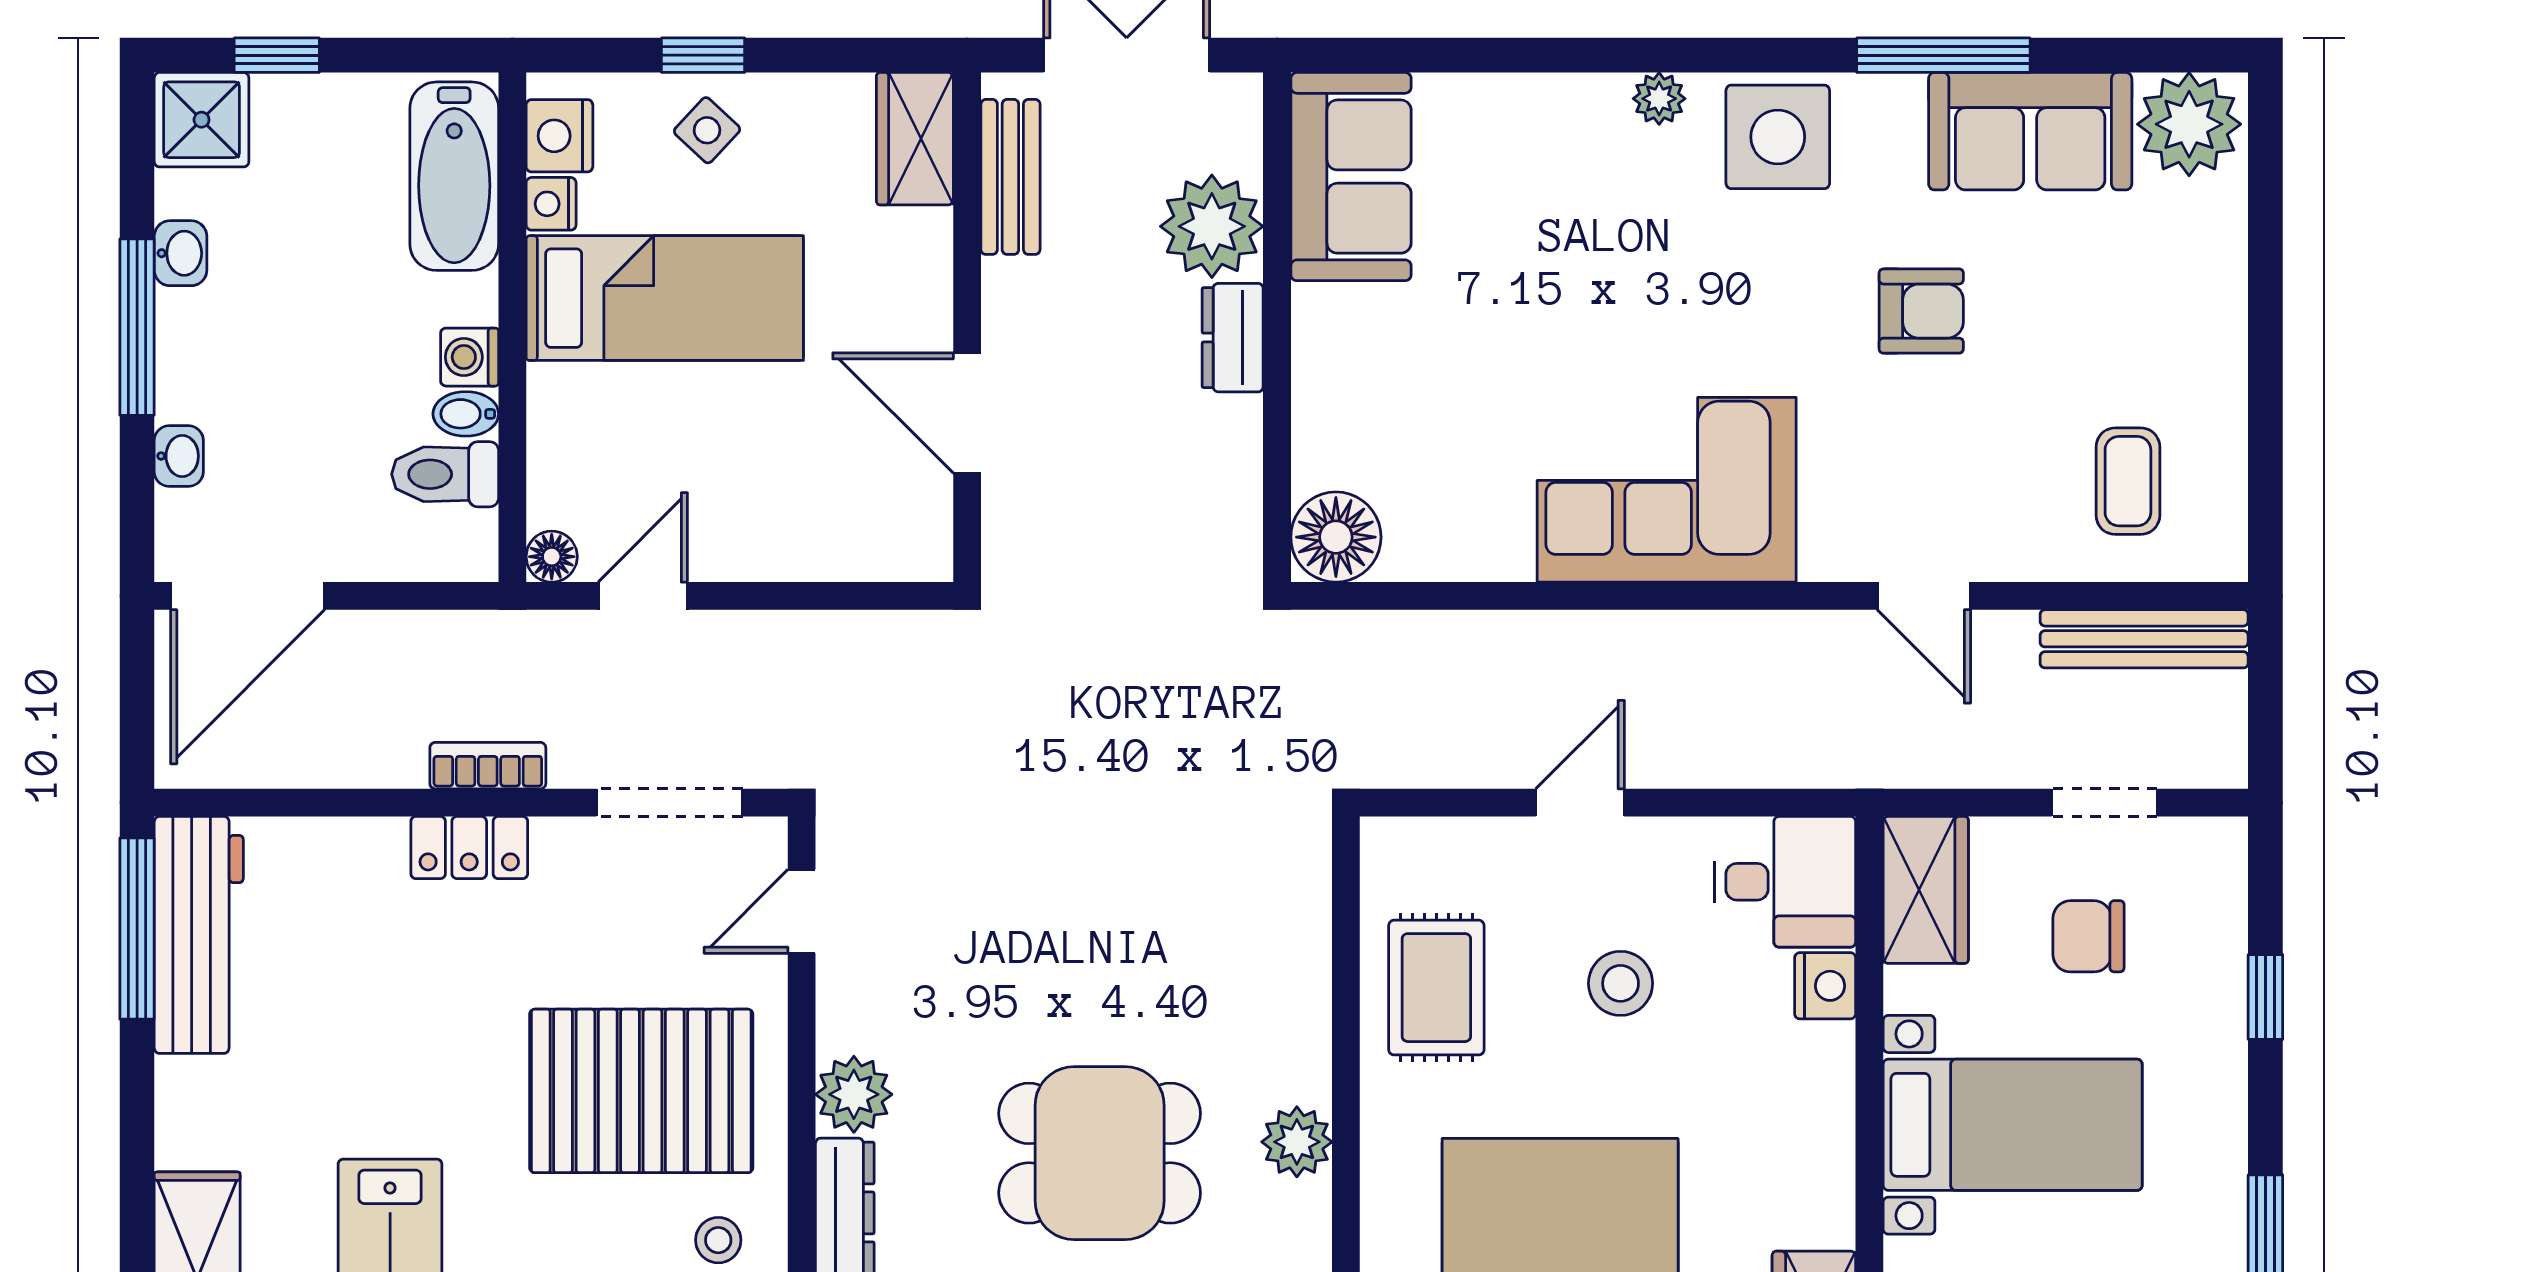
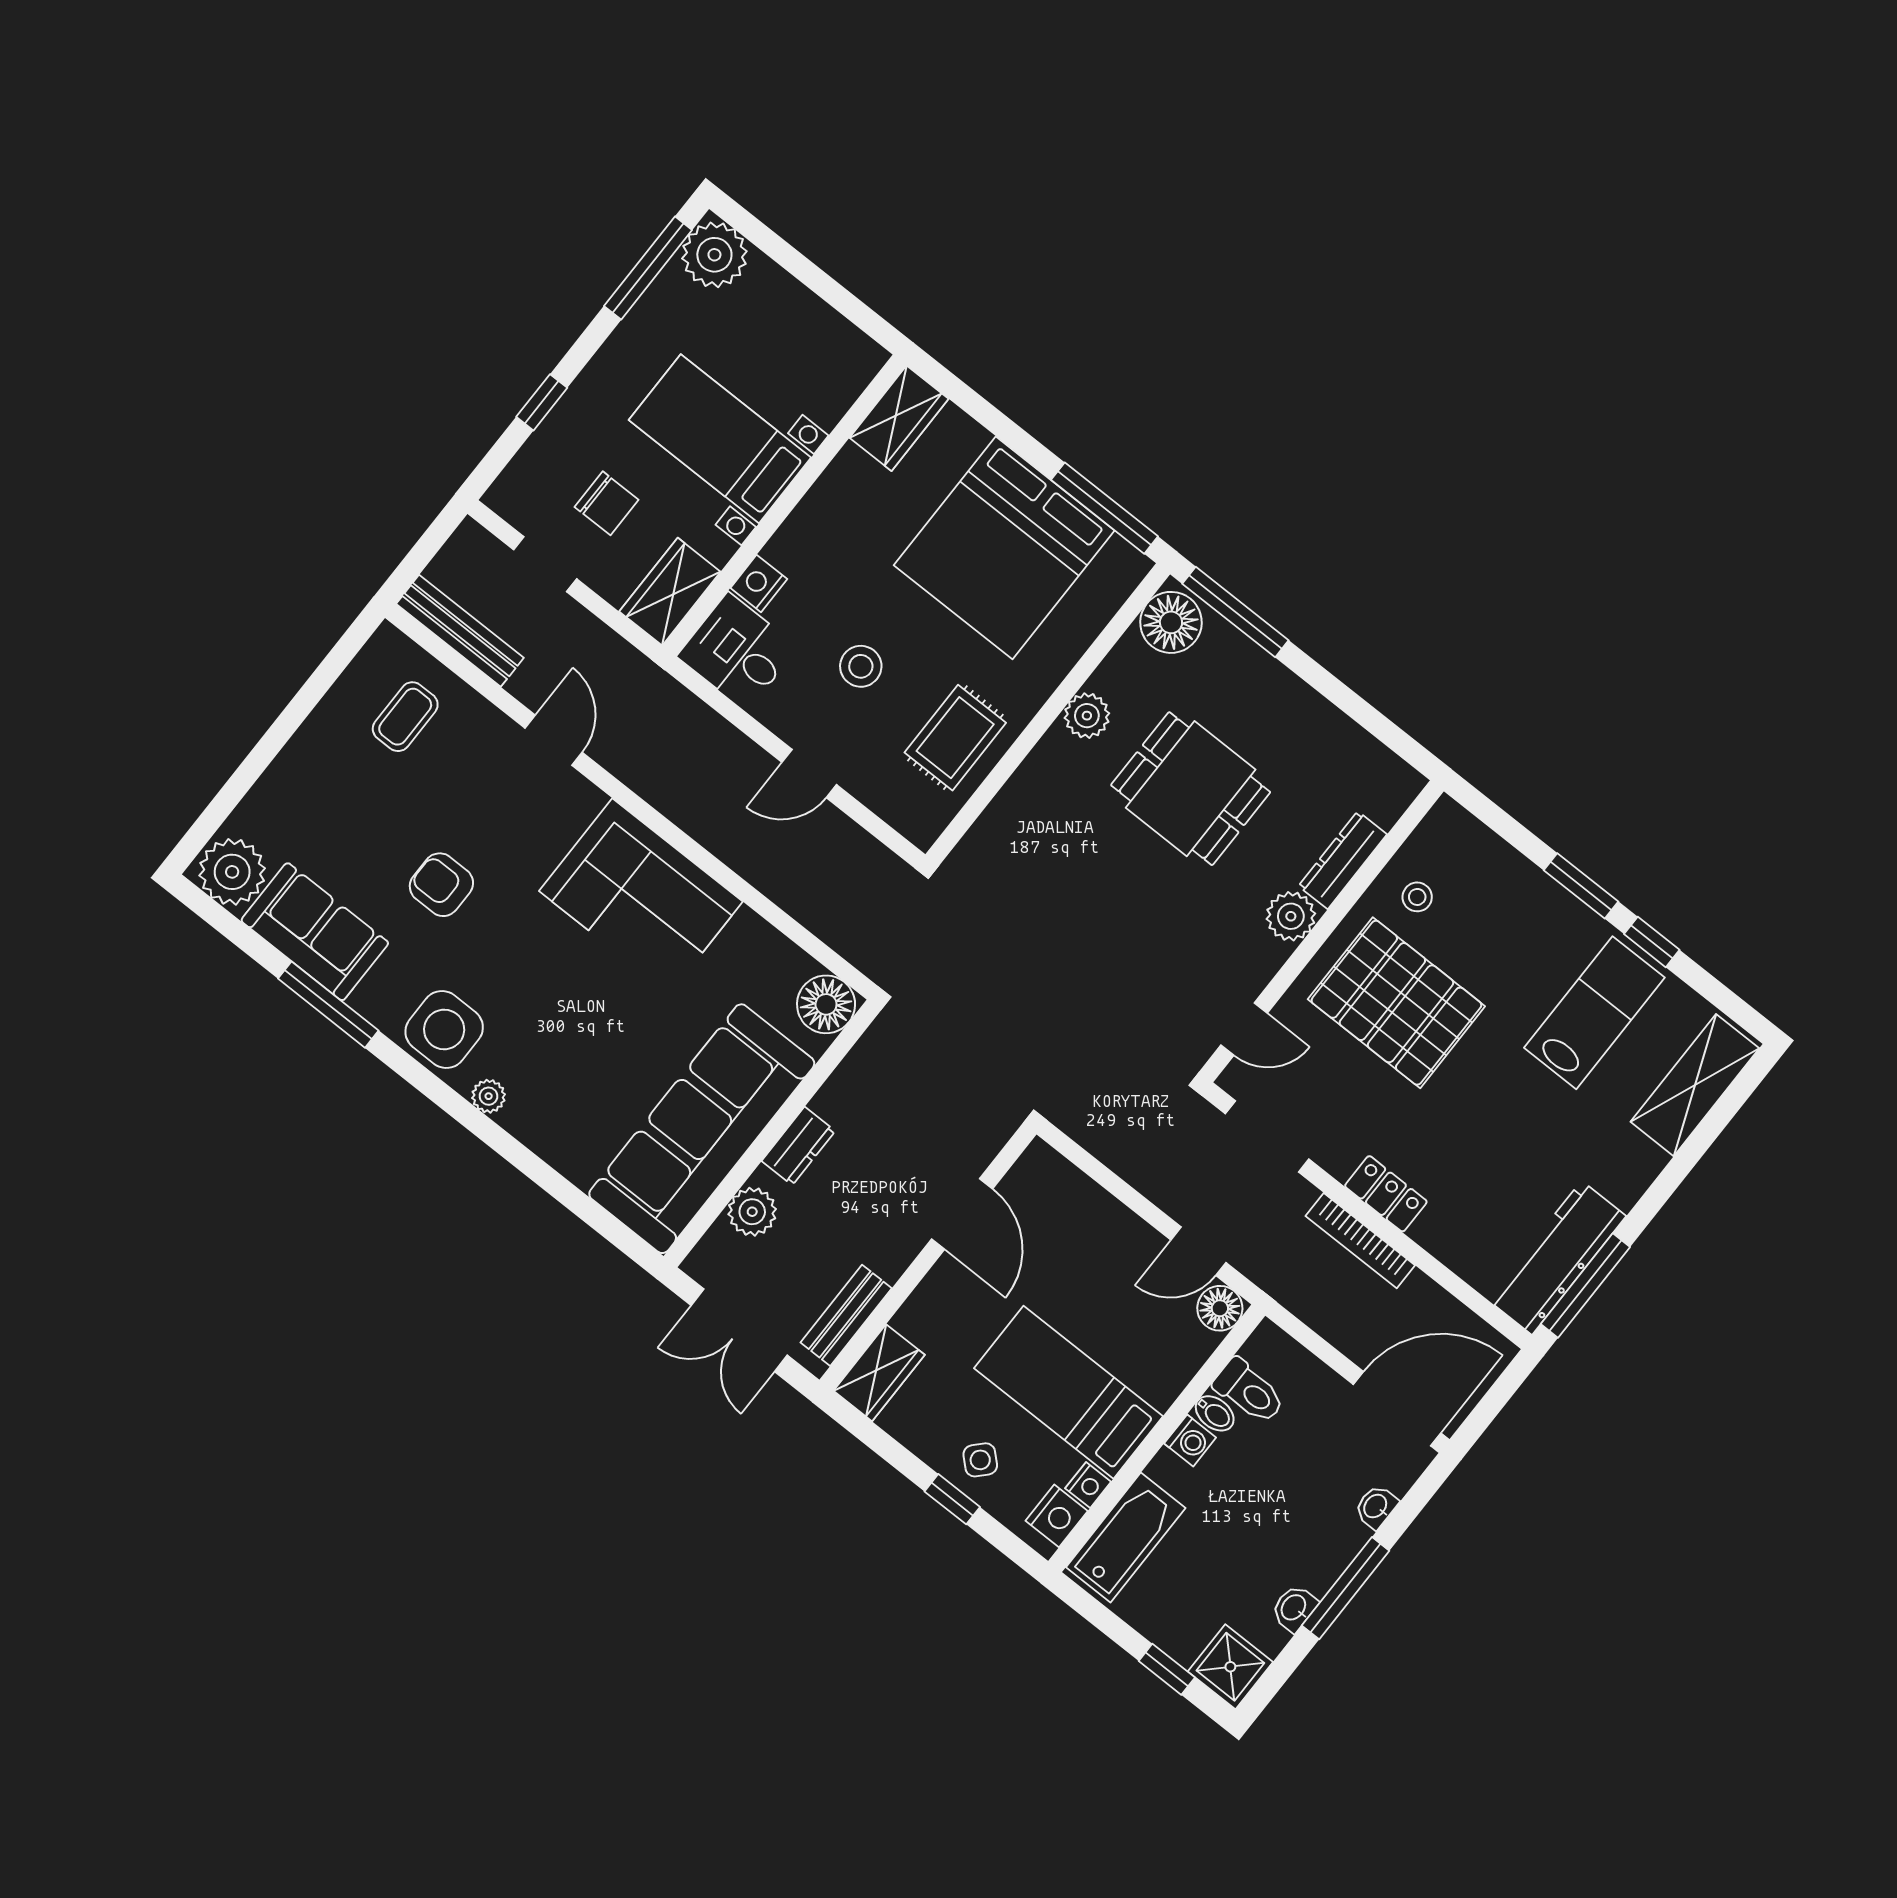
sofa: (1351, 177) -> (702, 1129), width x1.85, depth x1.27
plant: (1212, 226) -> (752, 1212), width x0.73, depth x0.73
floor lamp: (552, 557) -> (1220, 1308), width x1.37, depth x1.37
bookcase: (488, 766) -> (1360, 1241), width x1.56

